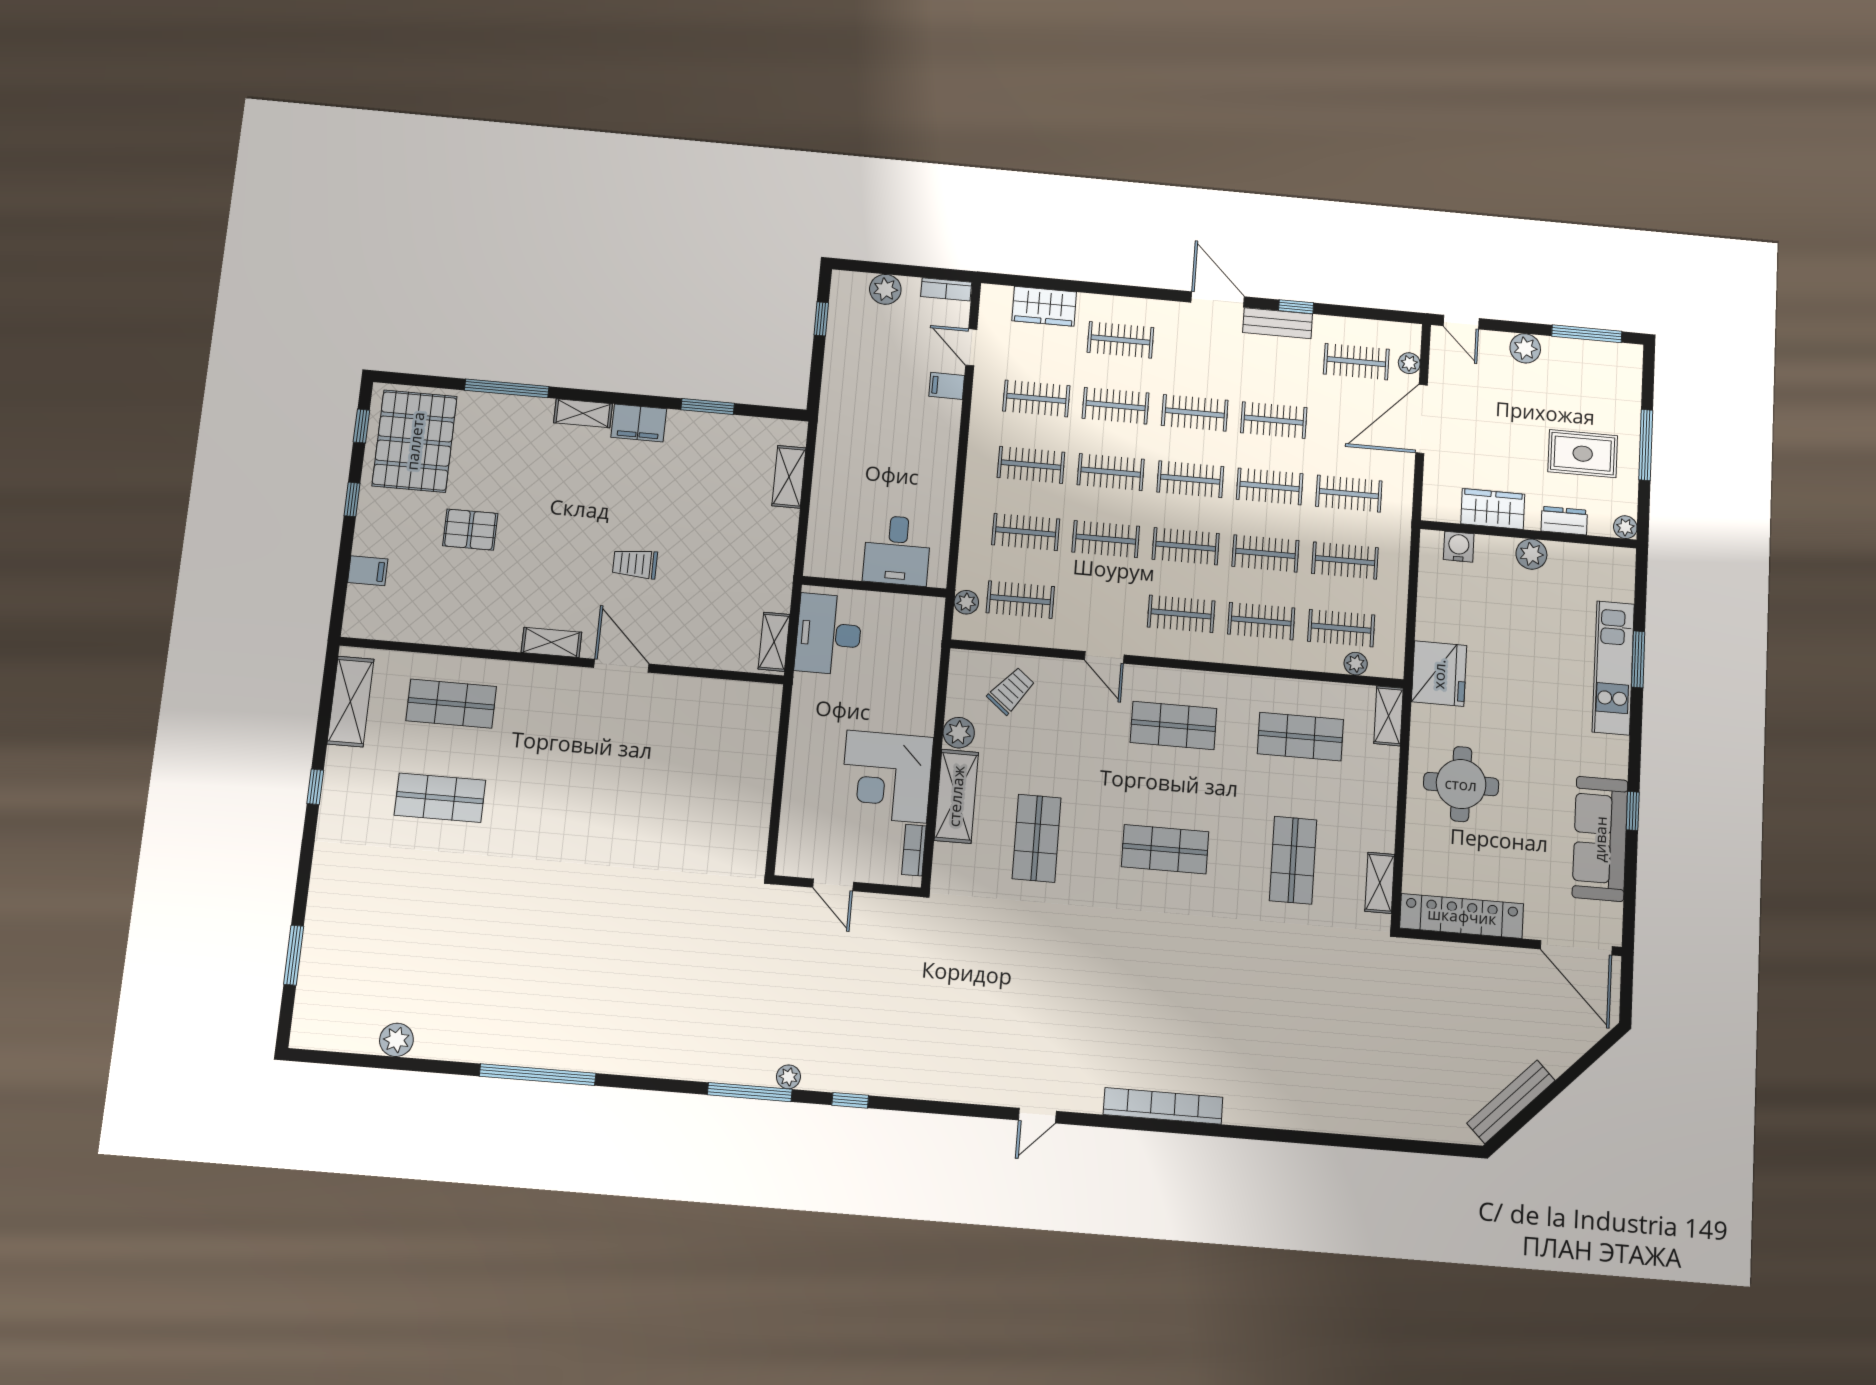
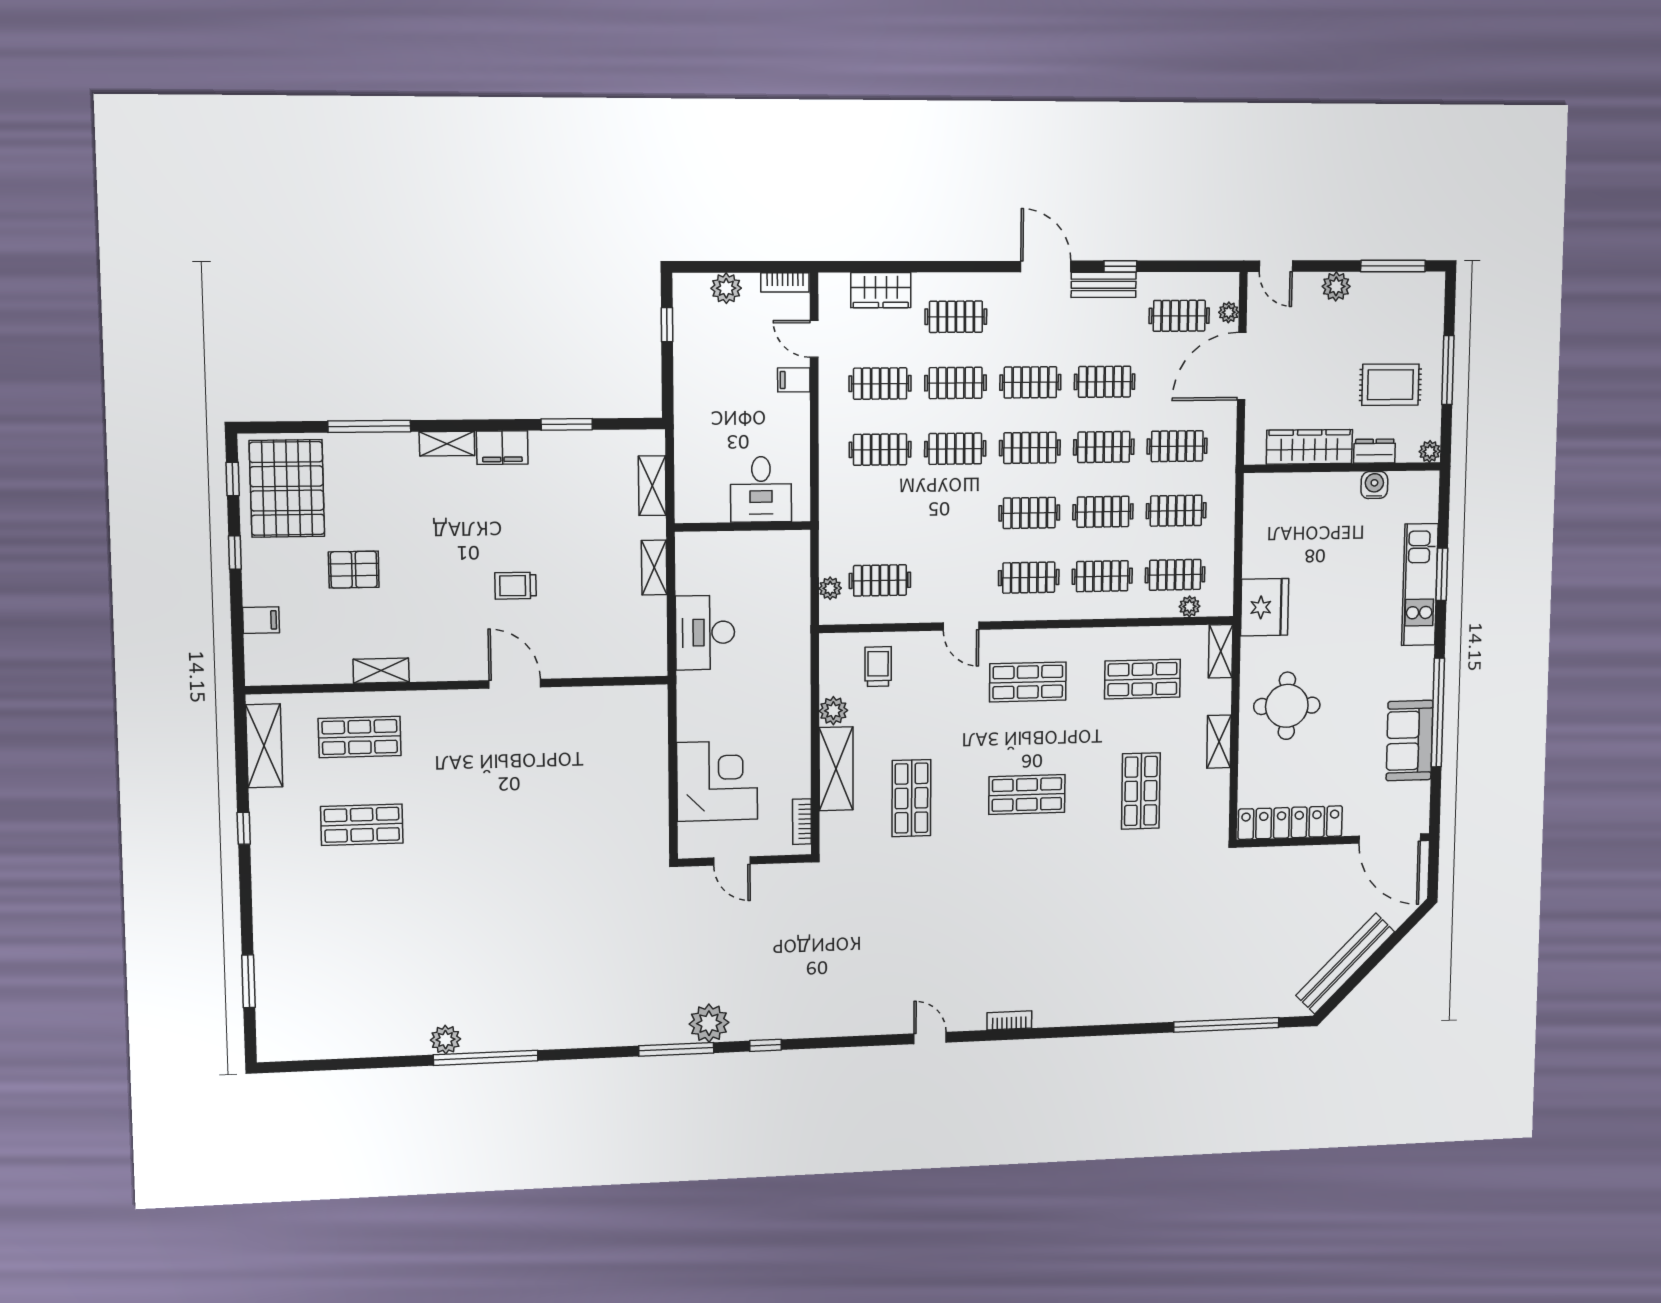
wardrobe: (1493, 509) -> (1309, 447), width x1.50
clothes rail: (1026, 532) -> (880, 515), removed
clothes rail: (1106, 539) -> (955, 514), removed
water cooler: (1459, 547) -> (1374, 485), moved
desk: (897, 550) -> (761, 489), moved
plant: (1531, 554) -> (1345, 486), removed
wall: (874, 587) -> (743, 527), moved
shelving: (551, 642) -> (381, 671), moved
shelving: (774, 642) -> (654, 567), moved
trolley: (1011, 691) -> (878, 667), turned -39
corner desk: (887, 777) -> (717, 781), moved, turned 180
window: (1633, 811) -> (1438, 713), width x3.17
sofa: (1600, 839) -> (1410, 741), width x0.73
shelving: (1380, 883) -> (1219, 742), moved
plant: (396, 1040) -> (445, 1040), moved
plant: (788, 1077) -> (709, 1023), width x1.87, depth x1.87
bench: (1511, 1102) -> (1345, 963), width x1.37, depth x1.21
bookcase: (1163, 1106) -> (1009, 1020), width x0.43, depth x0.76
door: (1037, 1116) -> (930, 1038), swing flipped
window: (1381, 1144) -> (1226, 1025), added

